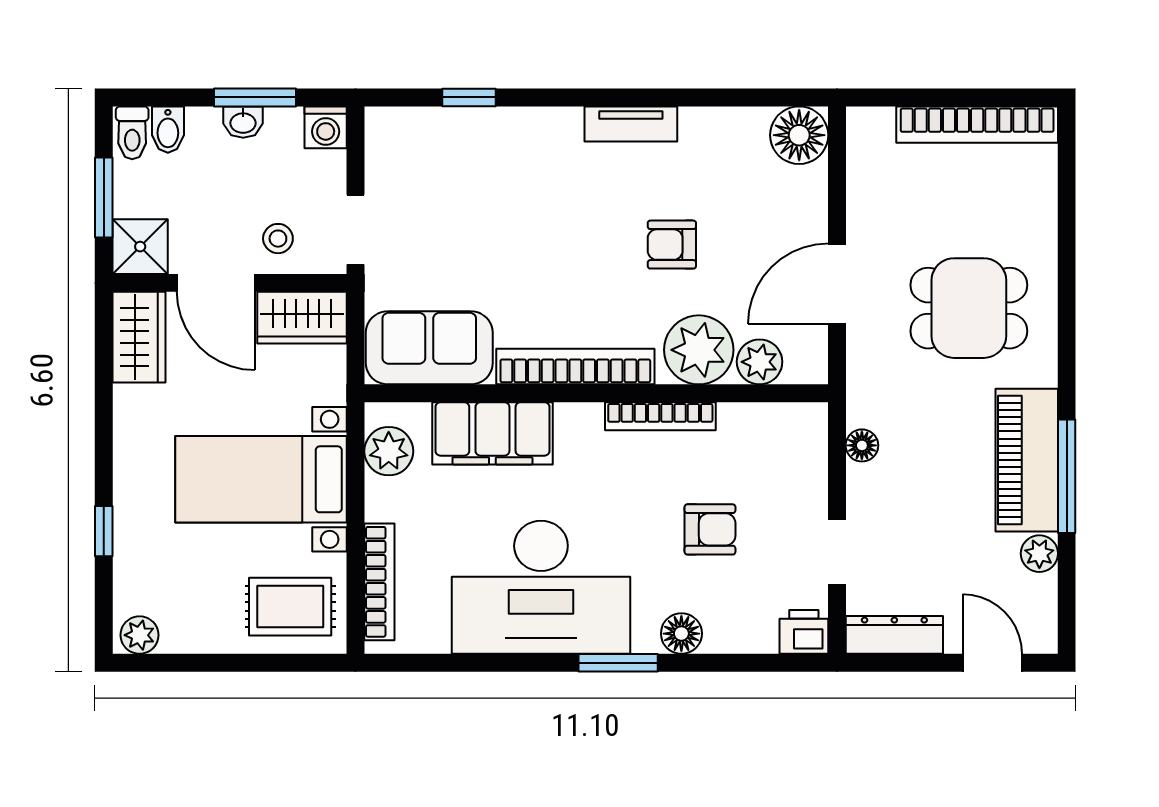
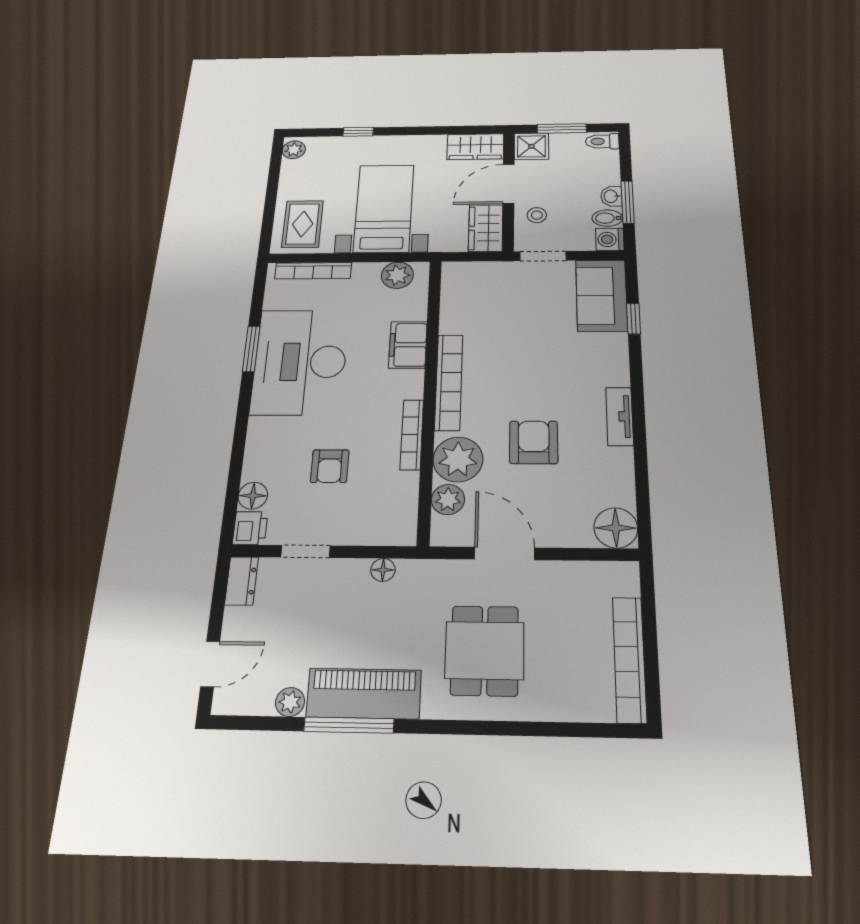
bidet: (168, 130) -> (607, 218), moved
armchair: (672, 245) -> (534, 442), width x1.38, depth x1.38
sofa: (429, 348) -> (602, 295), moved, turned 180
filing cabinet: (492, 433) -> (408, 345), width x0.67, depth x0.86
floor lamp: (681, 634) -> (253, 496), moved
dresser: (894, 635) -> (241, 581), width x0.70
window: (618, 663) -> (251, 349), moved

